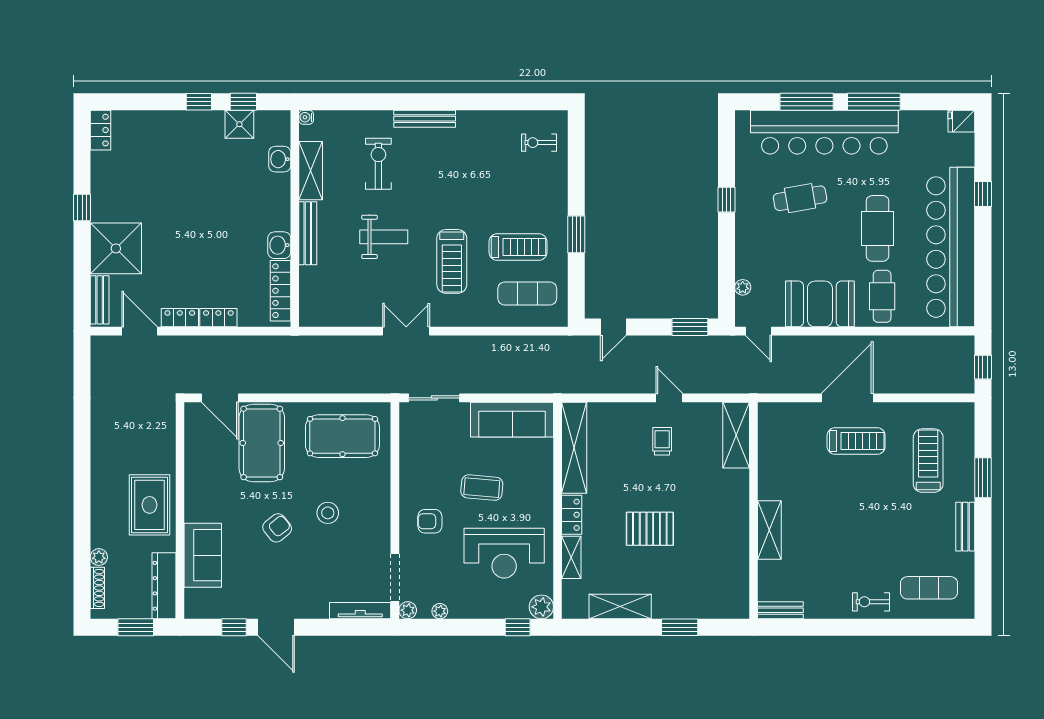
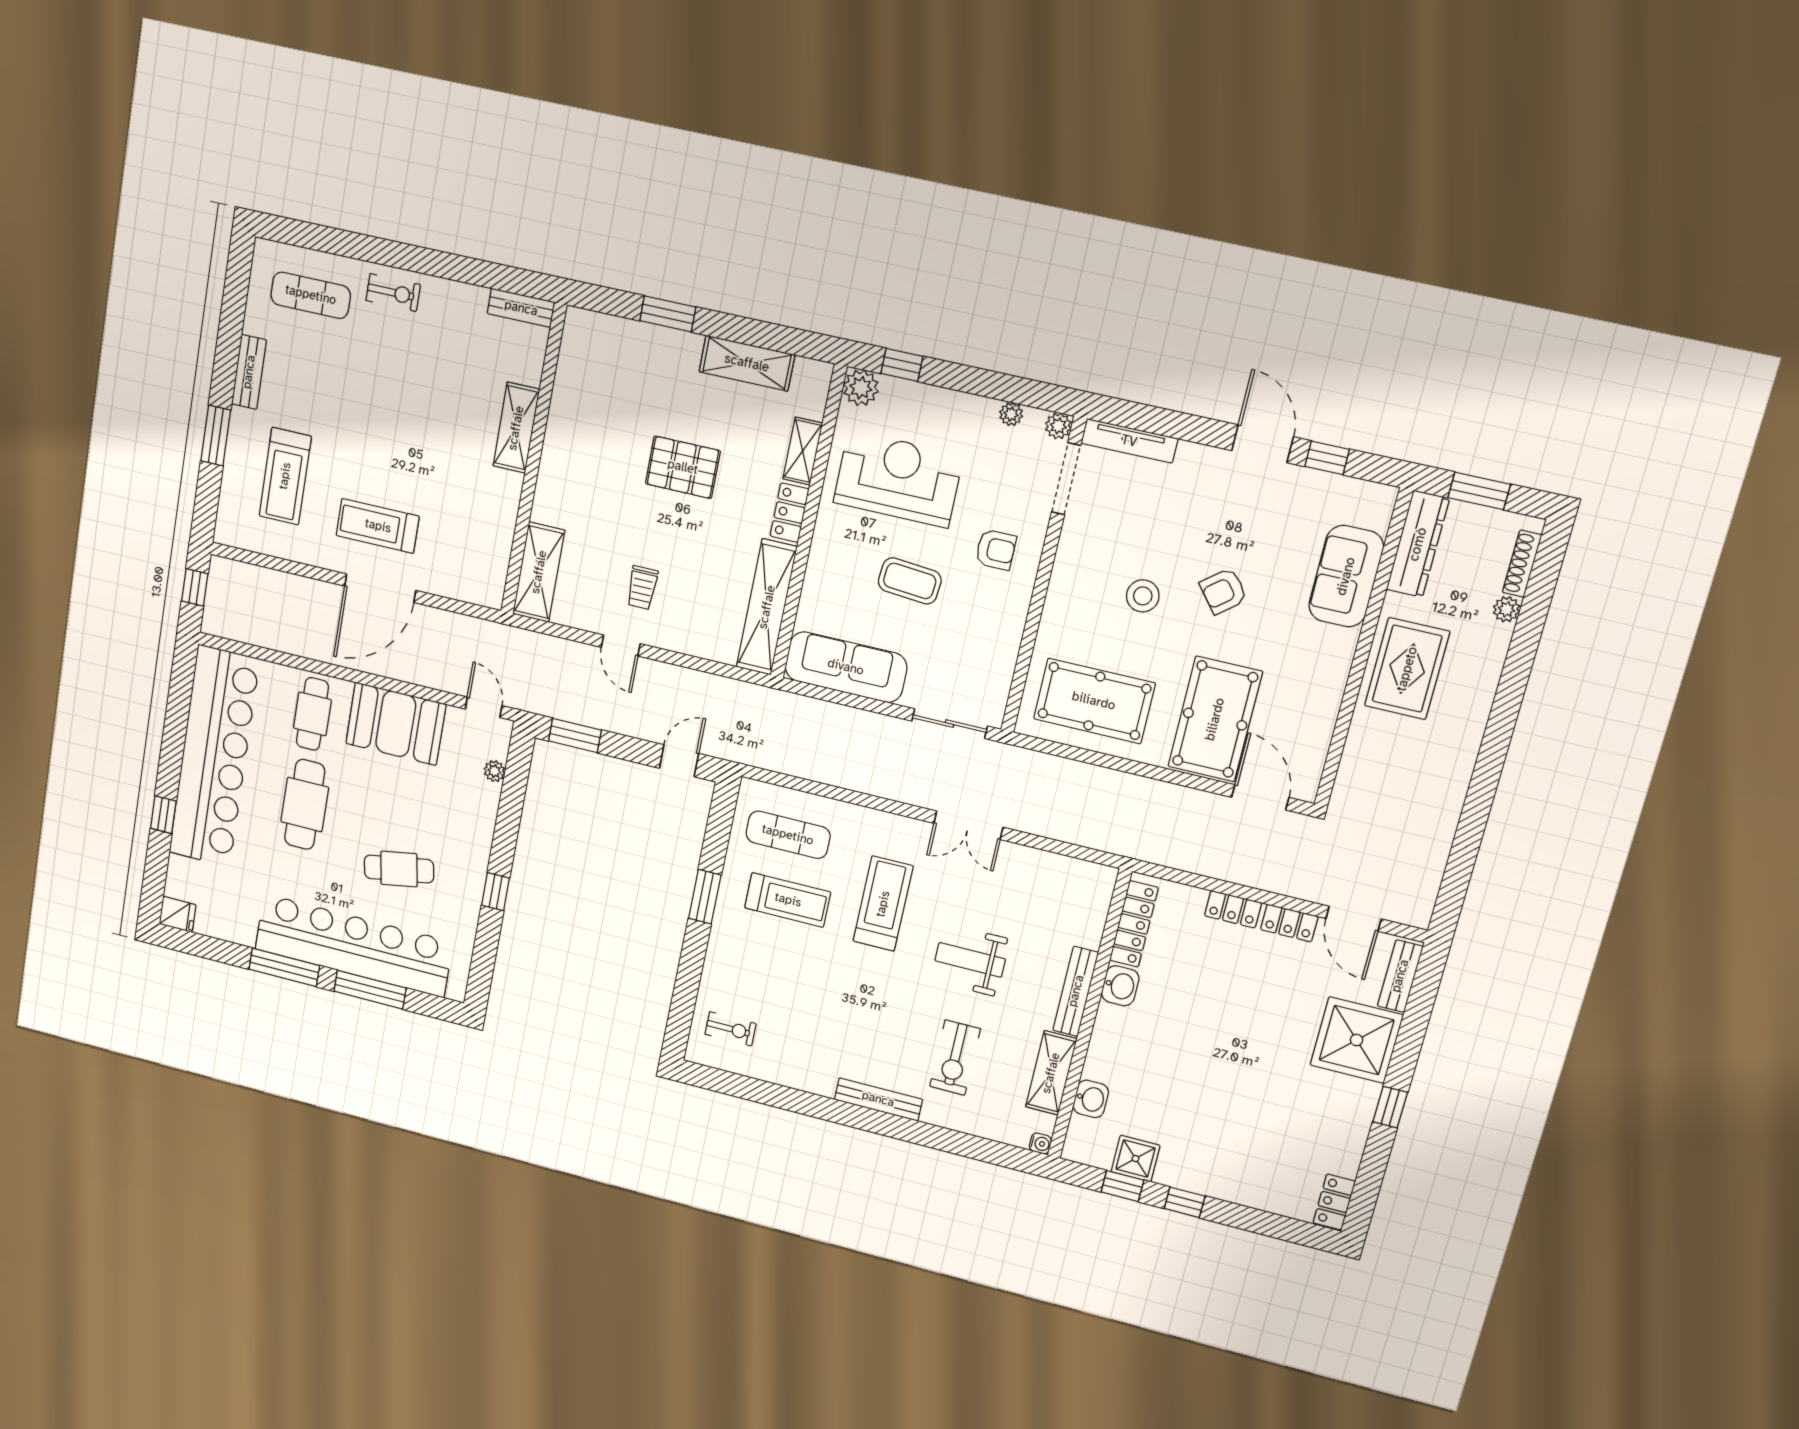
treadmill: (518, 247) -> (788, 900), turned 180

